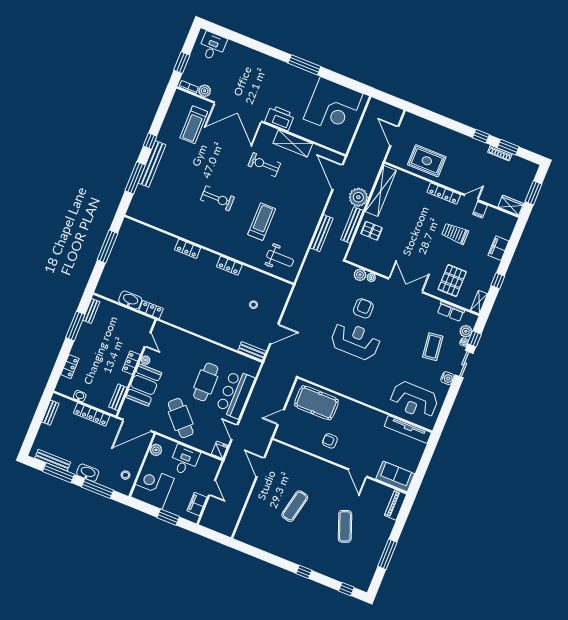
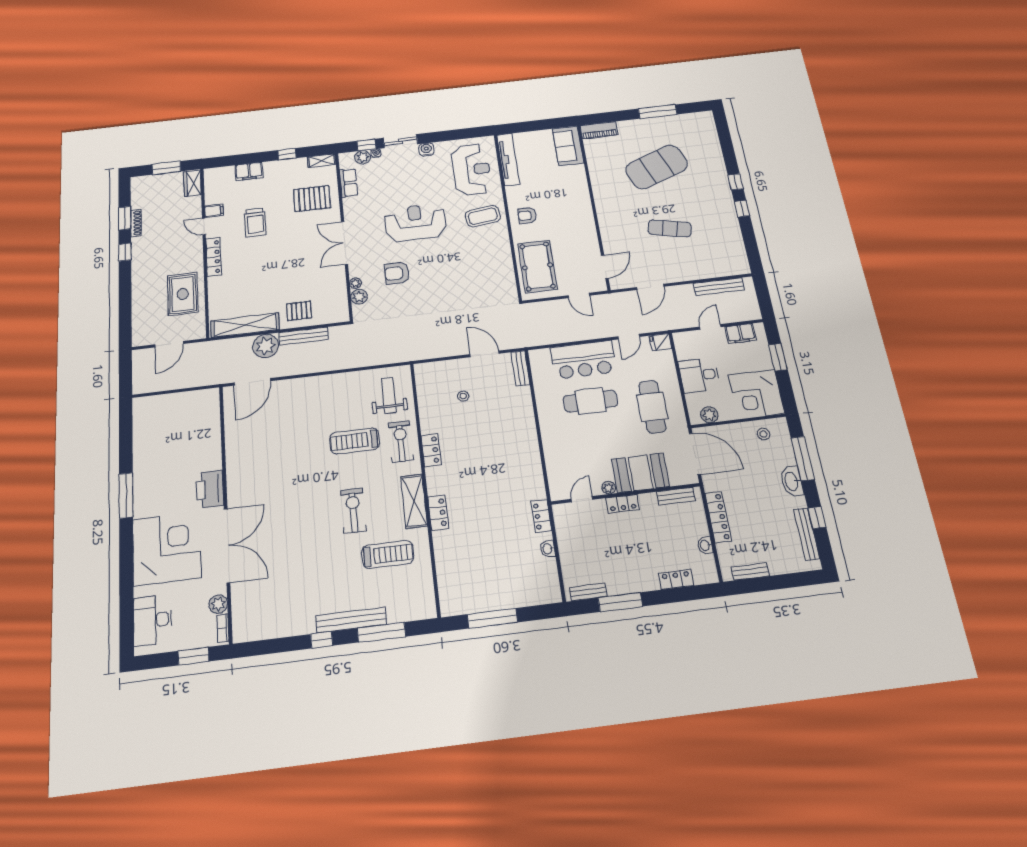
desk: (212, 46) -> (152, 620), width x1.37
corner desk: (333, 106) -> (167, 549), moved
treadmill: (194, 125) -> (388, 554), moved
shelving: (293, 143) -> (414, 501), moved
exercise bike: (264, 165) -> (401, 441), moved, turned 180
pallet: (372, 231) -> (299, 311), turned 90
bench: (322, 233) -> (719, 287), moved
washbasin: (130, 300) -> (548, 549), width x0.52, depth x0.69
reception desk: (355, 341) -> (415, 223), moved, turned 90
coffee table: (433, 347) -> (483, 216), moved
cafe table: (181, 418) -> (652, 407), turned -47
armchair: (330, 441) -> (527, 215), moved, turned 90
window: (58, 473) -> (817, 518), width x0.46
door: (358, 473) -> (605, 267), moved
exercise mat: (345, 526) -> (657, 167), width x2.00, depth x1.45
window: (346, 589) -> (742, 209), moved

